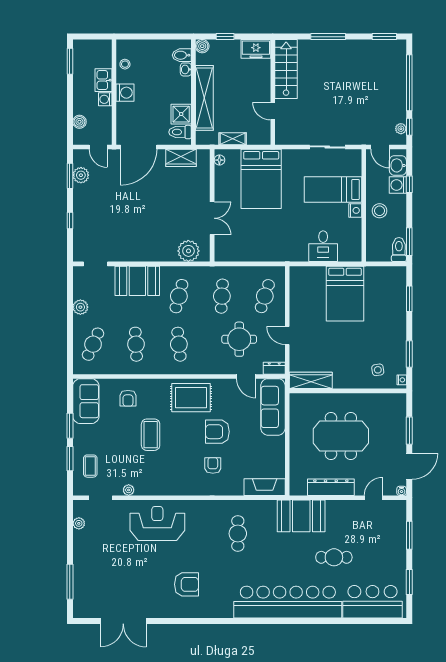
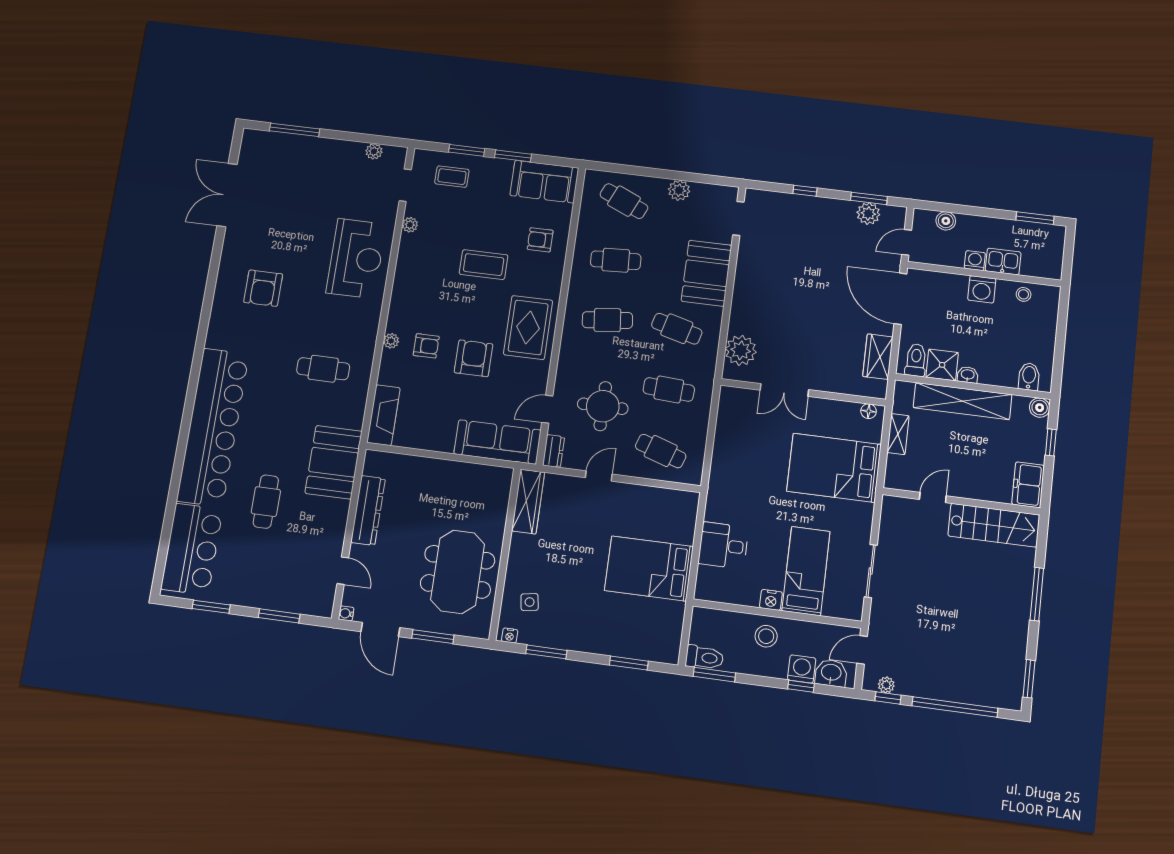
washbasin: (186, 69) -> (968, 375), moved
meeting table: (341, 436) -> (458, 572), moved
plant: (212, 490) -> (391, 341), added

